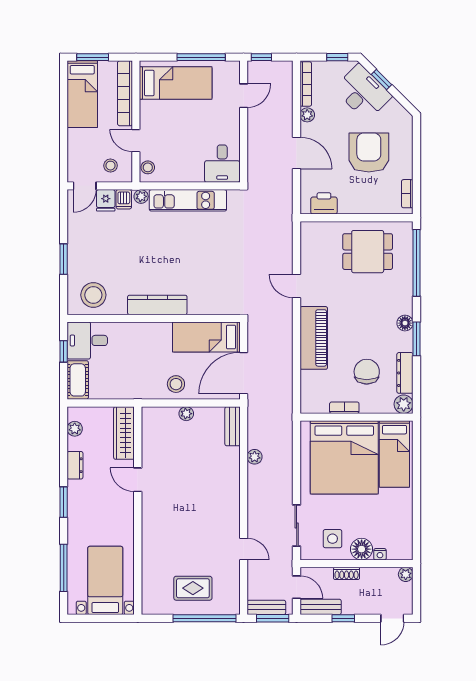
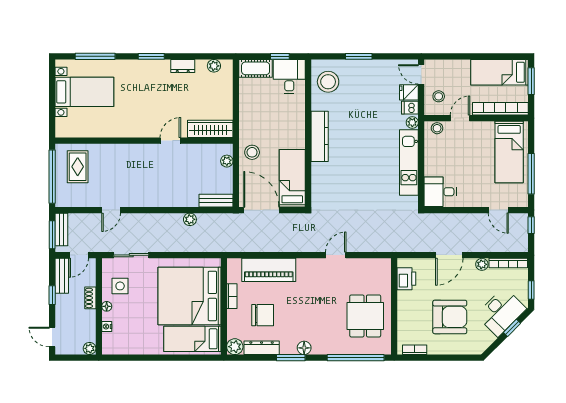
piano: (314, 338) -> (269, 270), moved
wardrobe: (124, 433) -> (210, 129), moved
door: (138, 480) -> (170, 141), moved
wall: (138, 511) -> (144, 141), moved
floor lamp: (362, 549) -> (107, 306), width x0.53, depth x0.53

